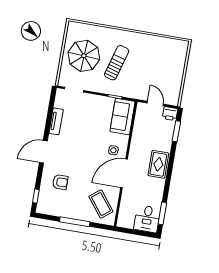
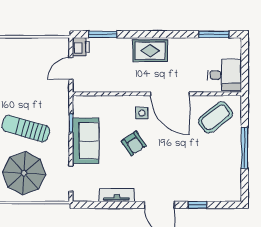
sofa: (122, 116) -> (86, 141), moved, turned -90
armchair: (60, 182) -> (134, 143), moved, turned 146
window: (36, 196) -> (197, 205), moved
desk: (147, 219) -> (224, 75), moved

